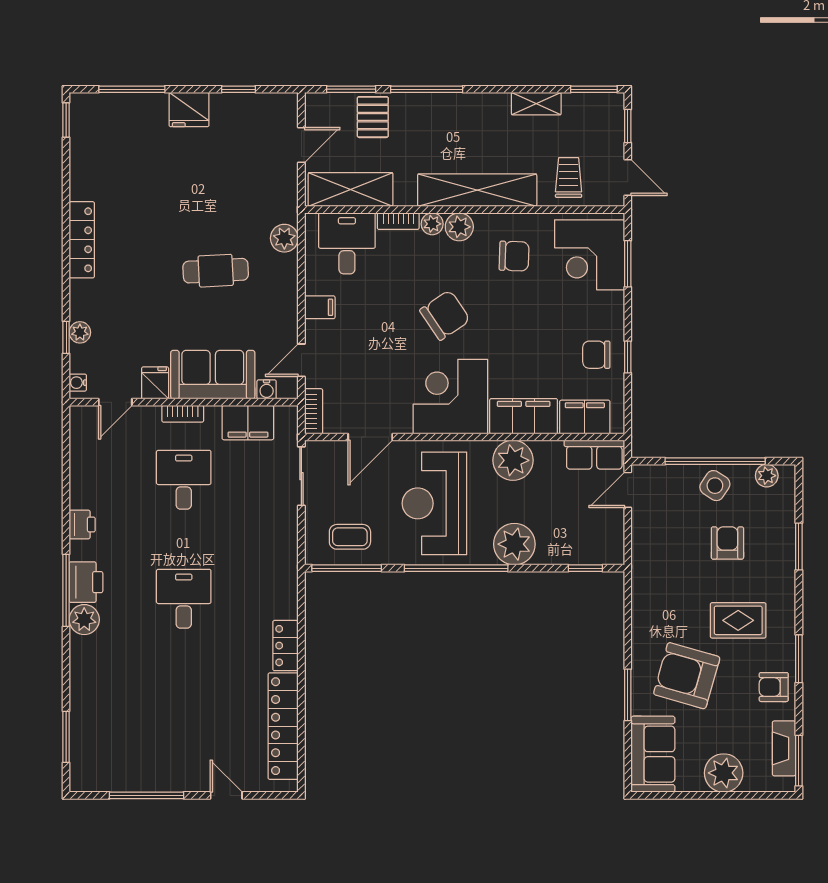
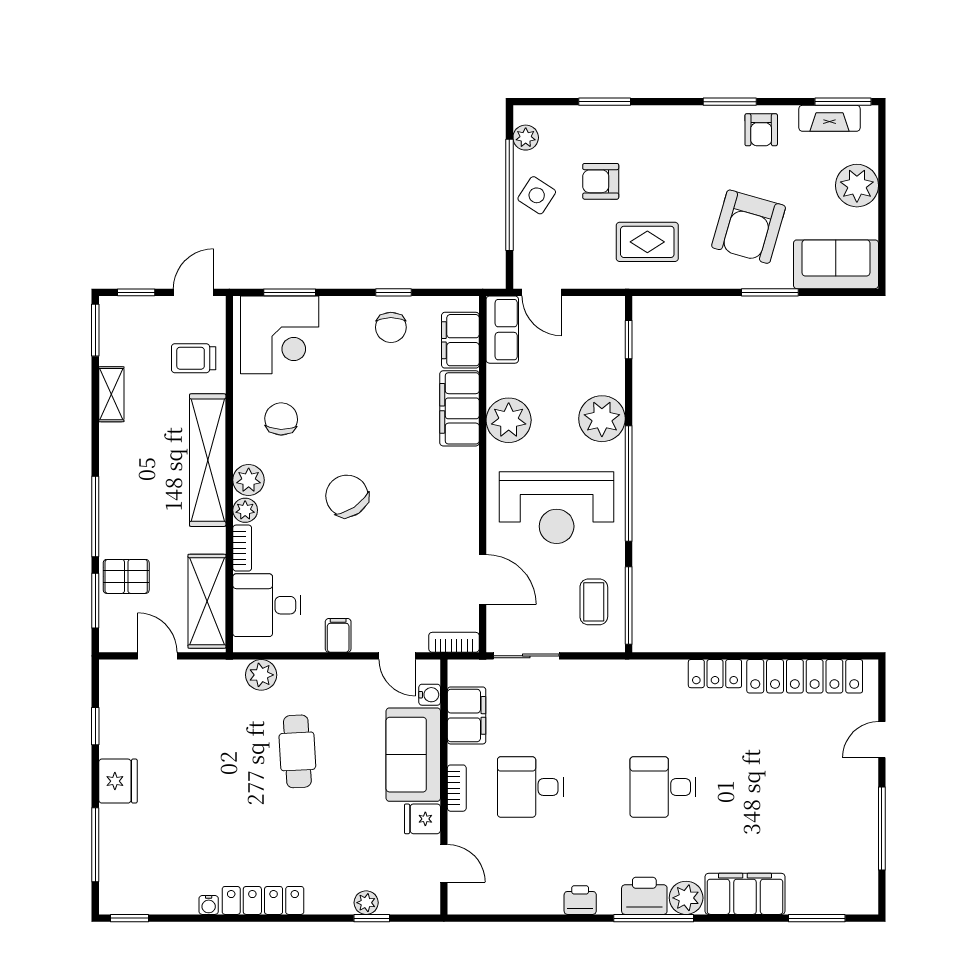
water cooler: (78, 383) -> (209, 905), moved
corner desk: (450, 397) -> (438, 490), removed
rug: (738, 620) -> (647, 242), moved, turned 90
filing cabinet: (88, 673) -> (745, 894), added

